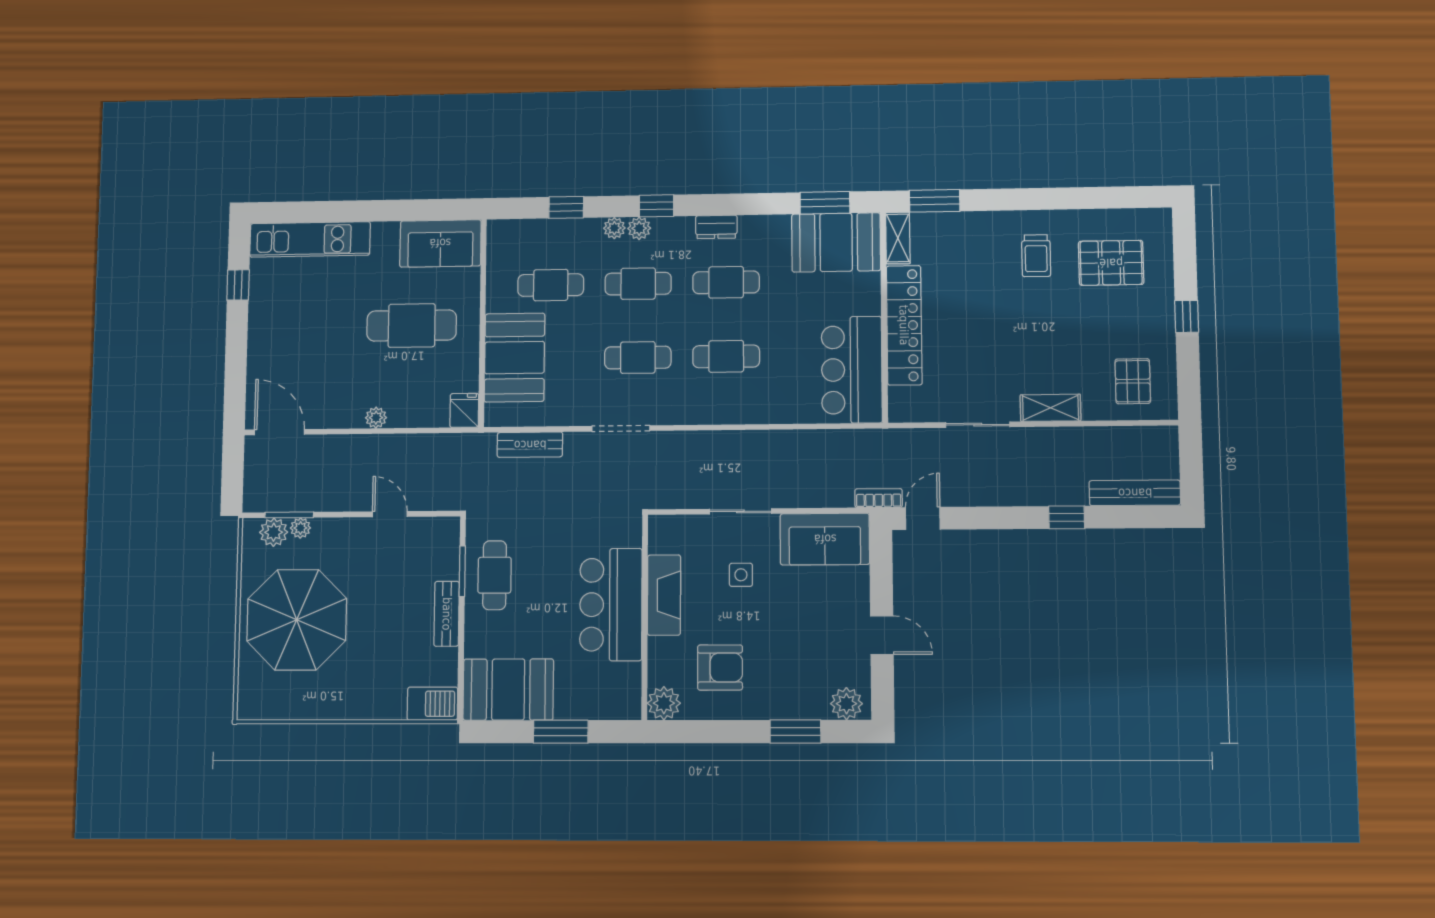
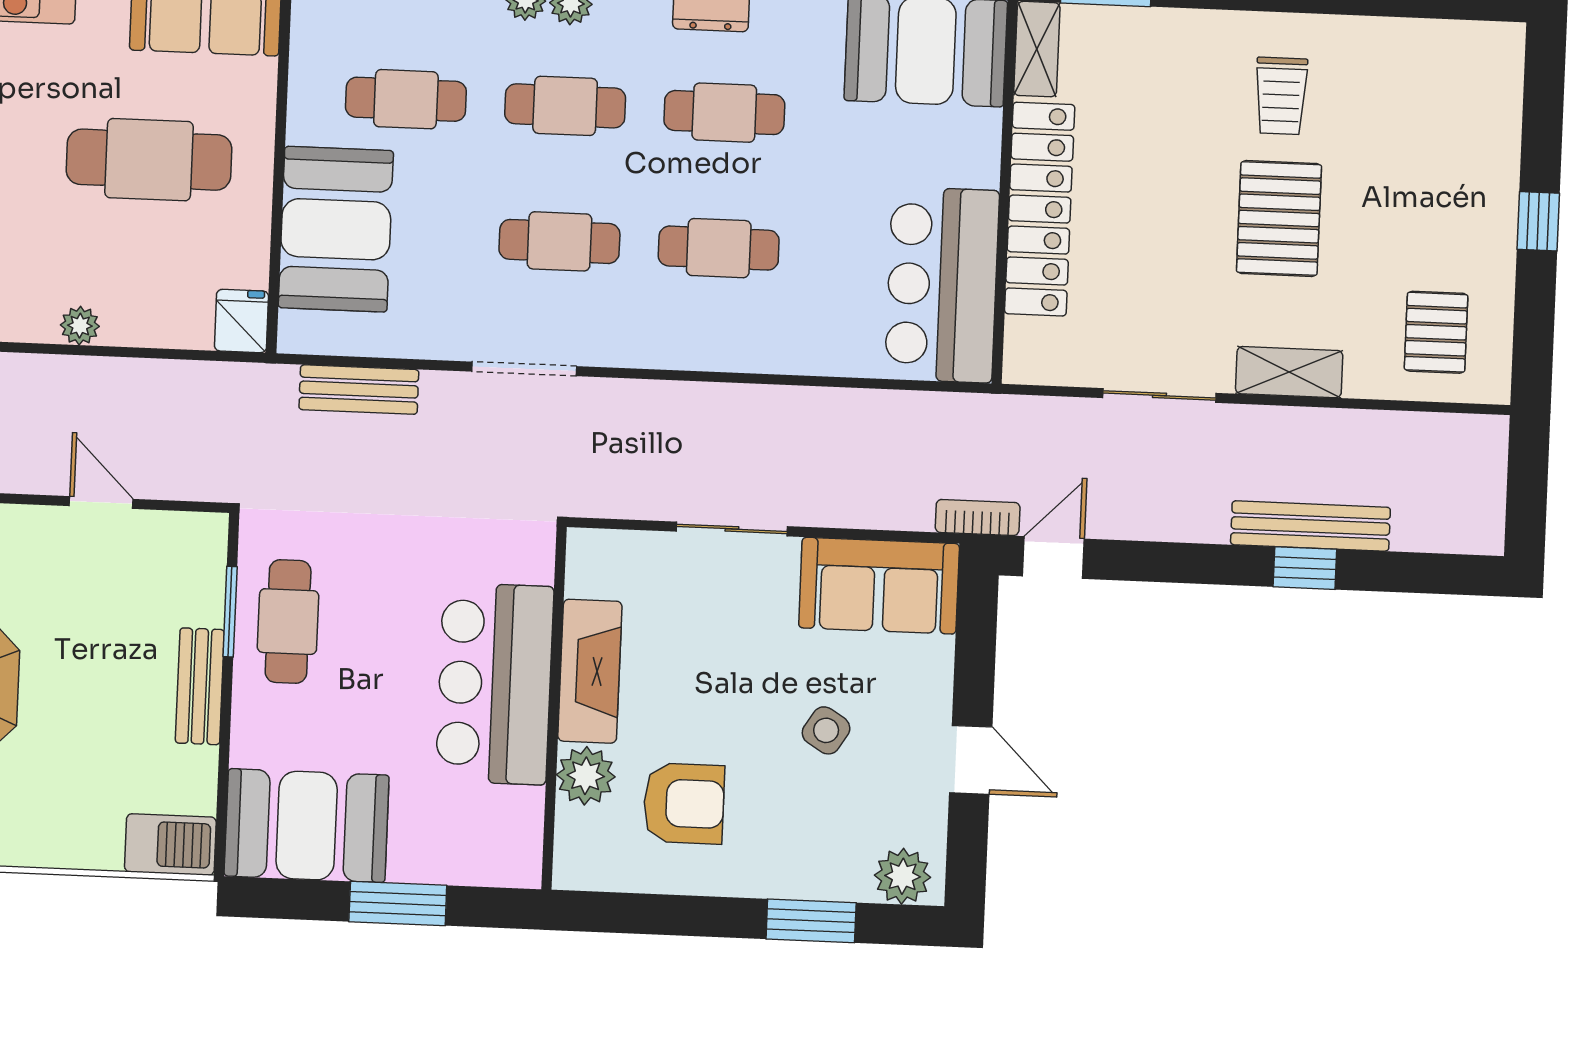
pallet: (1111, 263) -> (1279, 219), moved, turned 90
bench: (1135, 493) -> (1310, 526), moved
side table: (741, 575) -> (826, 730), moved, turned 32
plant: (664, 703) -> (586, 776), moved

